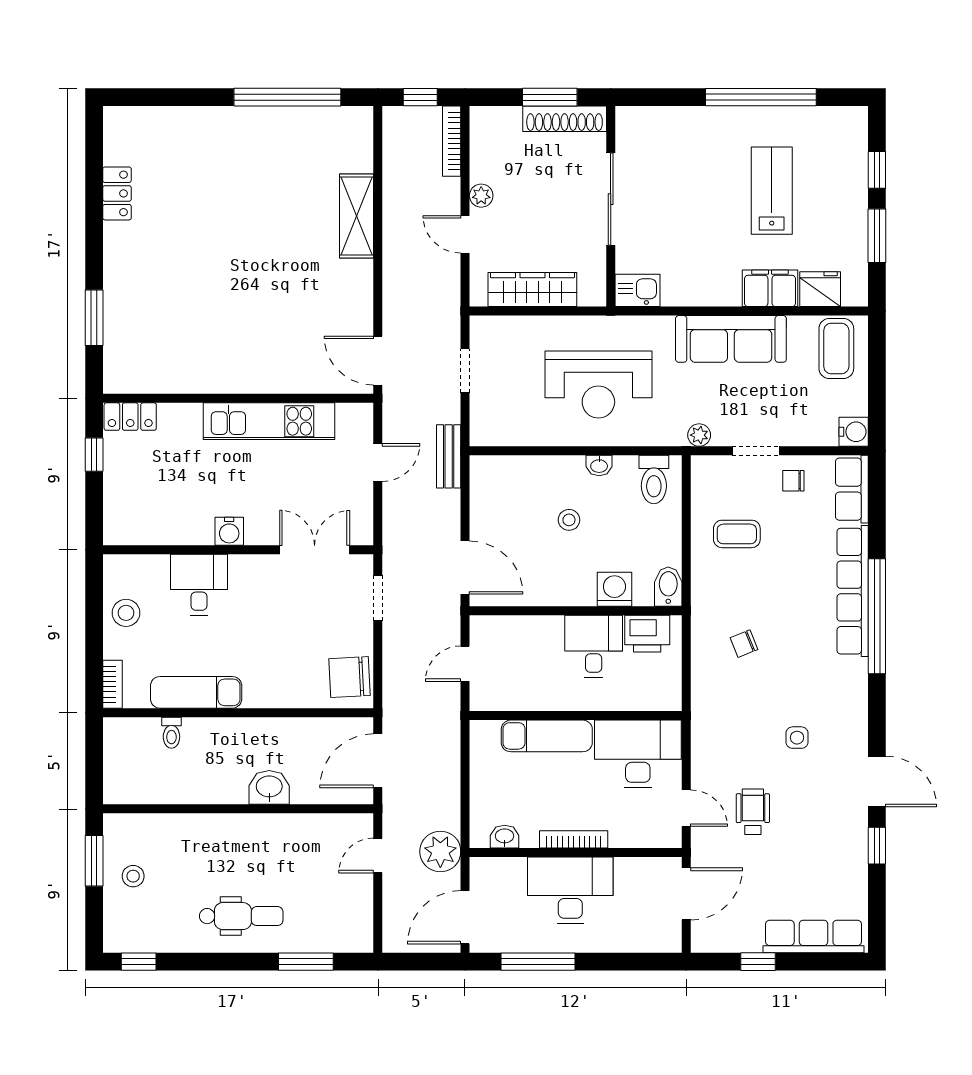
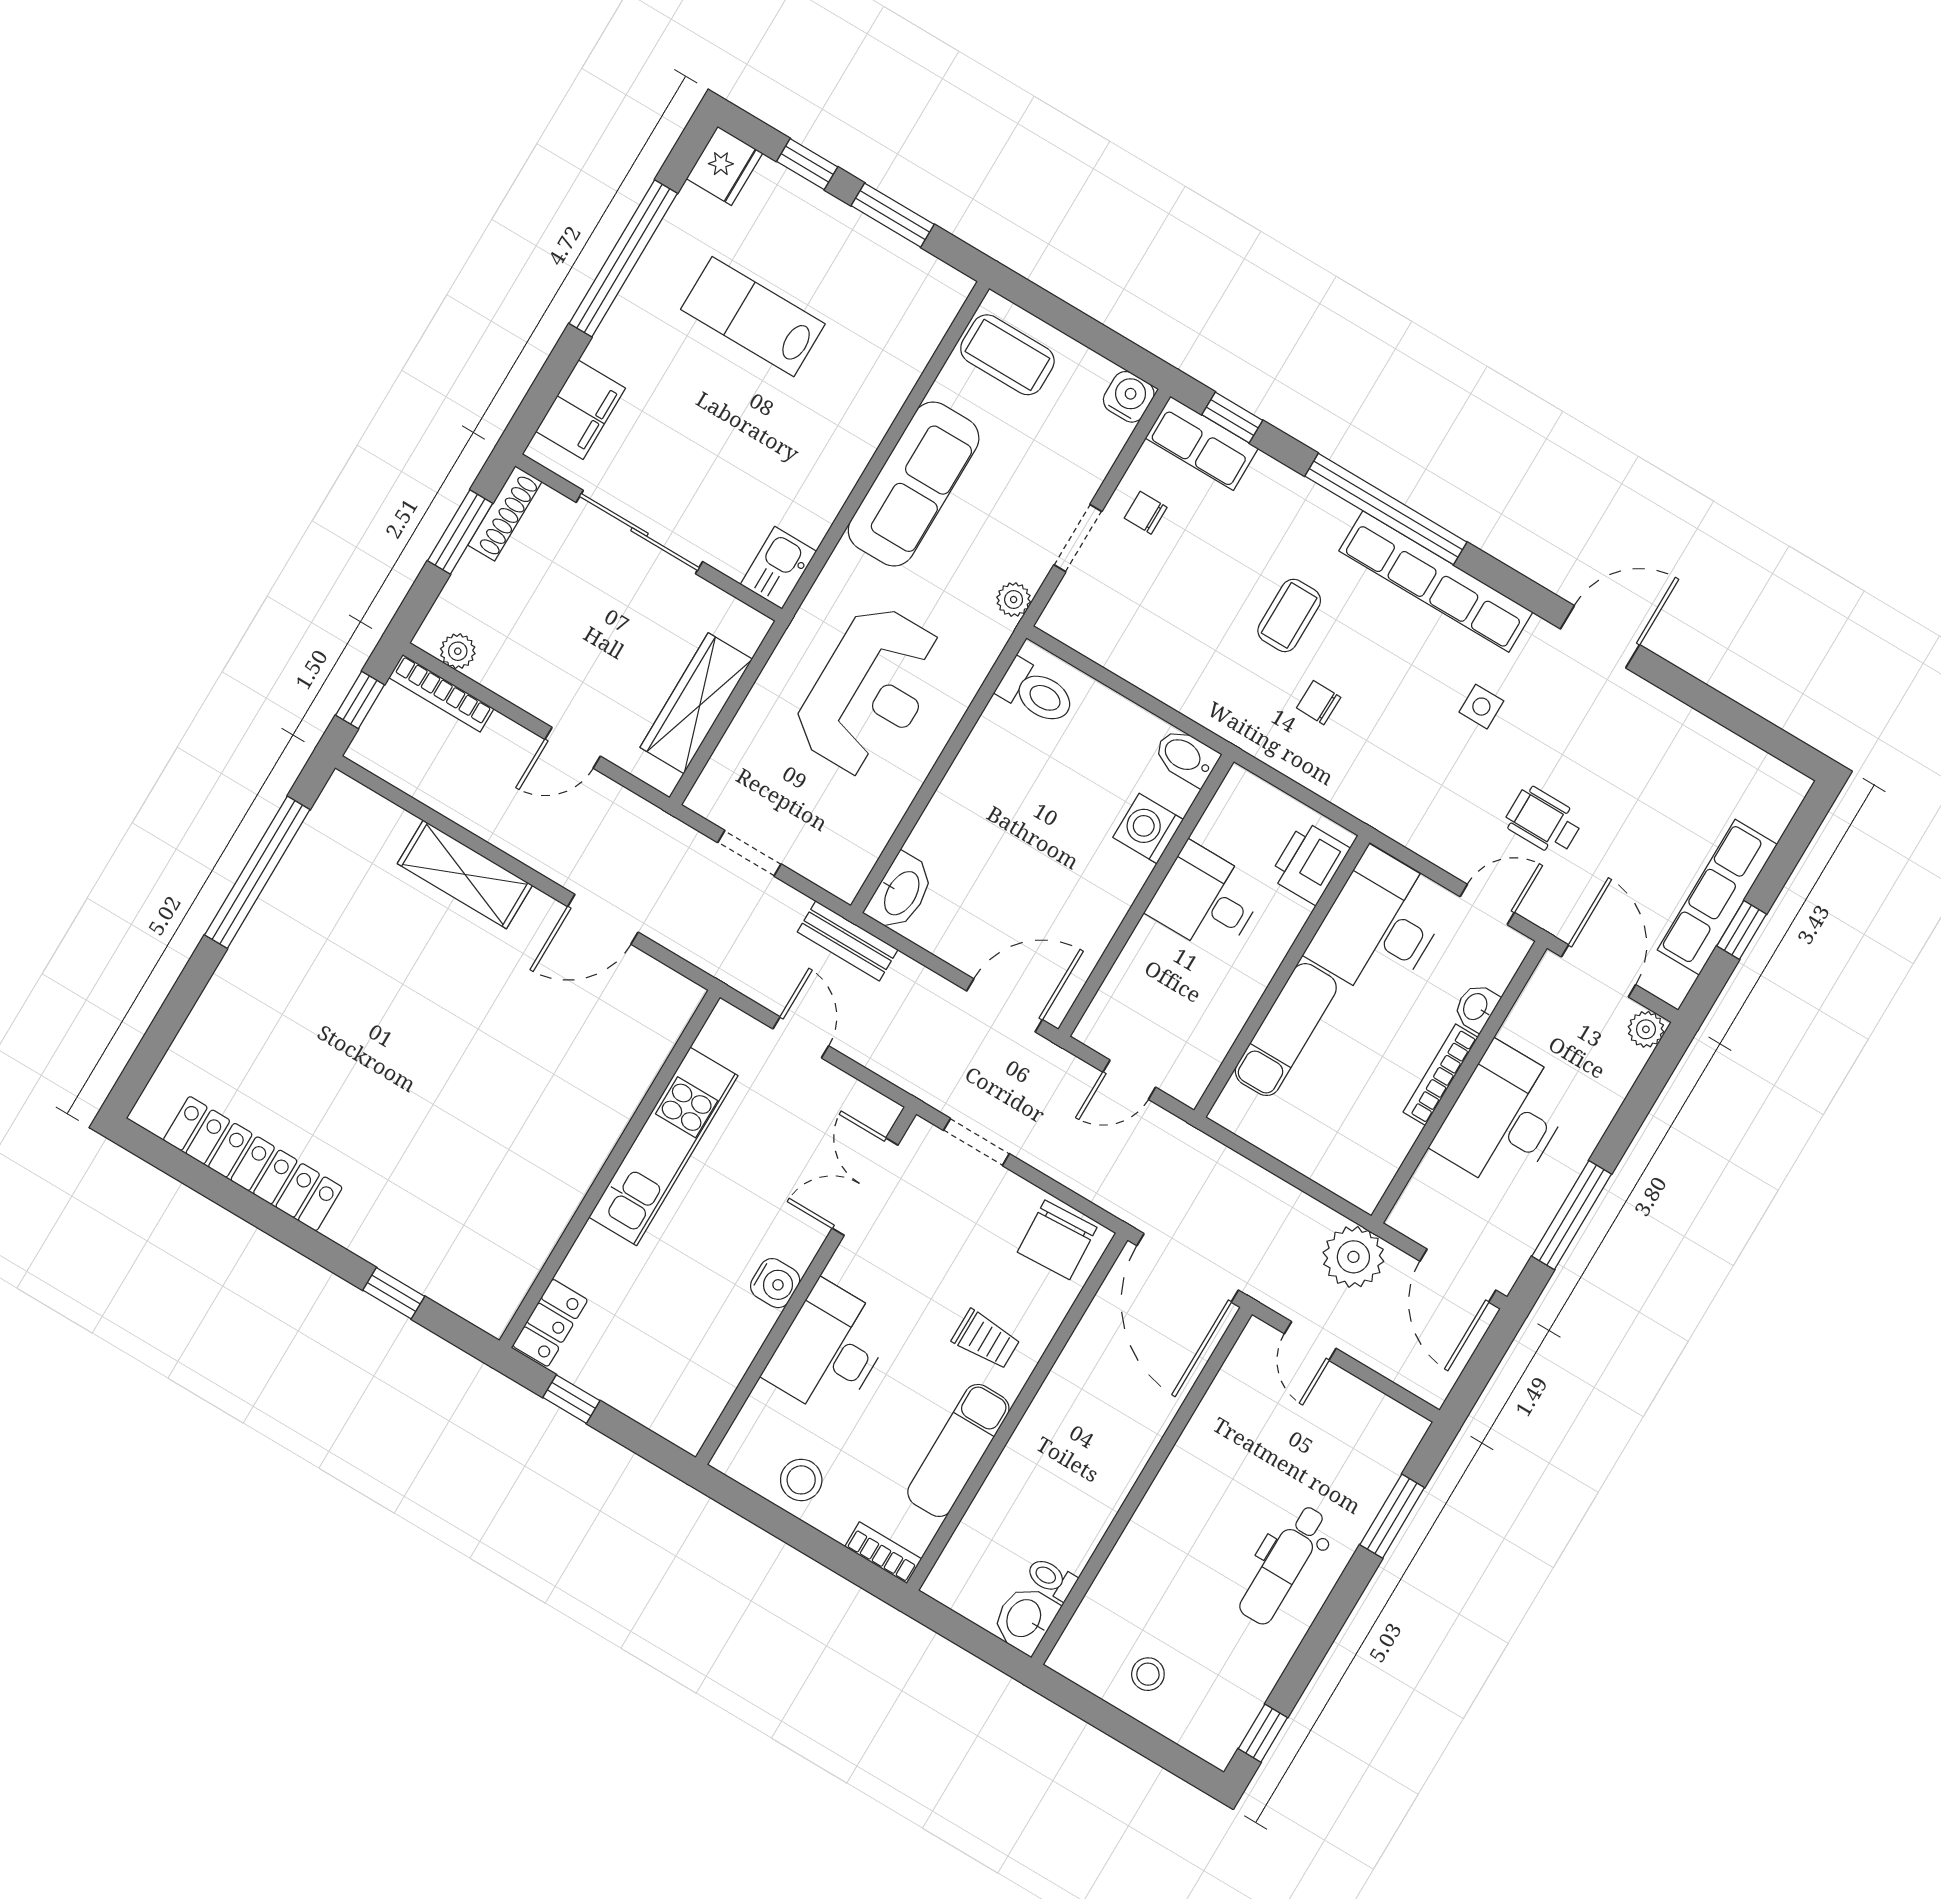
shoe rack: (565, 119) -> (505, 513), width x0.74, depth x0.81
locker: (117, 193) -> (253, 1164), width x2.16, depth x1.21
plant: (481, 196) -> (458, 651), moved
filing cabinet: (770, 288) -> (581, 410), moved, turned 180
fridge: (820, 289) -> (724, 166), moved, turned 180
window: (94, 318) -> (394, 1293), width x0.67
door: (378, 361) -> (603, 919), moved
washbasin: (599, 465) -> (901, 893), moved, width x1.91, depth x1.45
chair: (793, 481) -> (1146, 513), turned 90
stool: (569, 520) -> (1023, 834), removed
coffee table: (737, 534) -> (1289, 615), moved
desk: (199, 585) -> (829, 1350), width x1.37
row of seats: (853, 591) -> (1436, 582), moved
printer: (647, 634) -> (1309, 863), moved, turned 180
chair: (744, 644) -> (1319, 703), turned 113
door: (465, 664) -> (1129, 1080), hinge flipped
trolley: (269, 670) -> (986, 1340), added
toilet: (171, 733) -> (1051, 1578), moved, turned 180
door: (378, 761) -> (1188, 1268), width x1.36
washbasin: (269, 787) -> (1025, 1619), moved
washbasin: (505, 837) -> (1476, 1007), moved
window: (877, 846) -> (1232, 418), moved
window: (94, 861) -> (1098, 1713), removed
dental chair: (241, 916) -> (1283, 1565), turned 180
row of seats: (814, 936) -> (1717, 897), moved
plant: (669, 941) -> (1646, 1029), added

